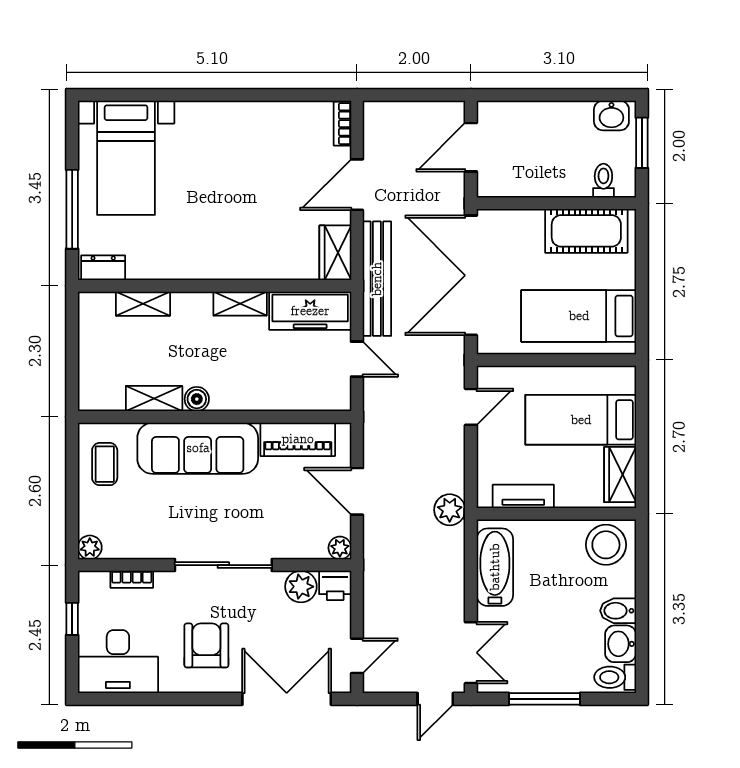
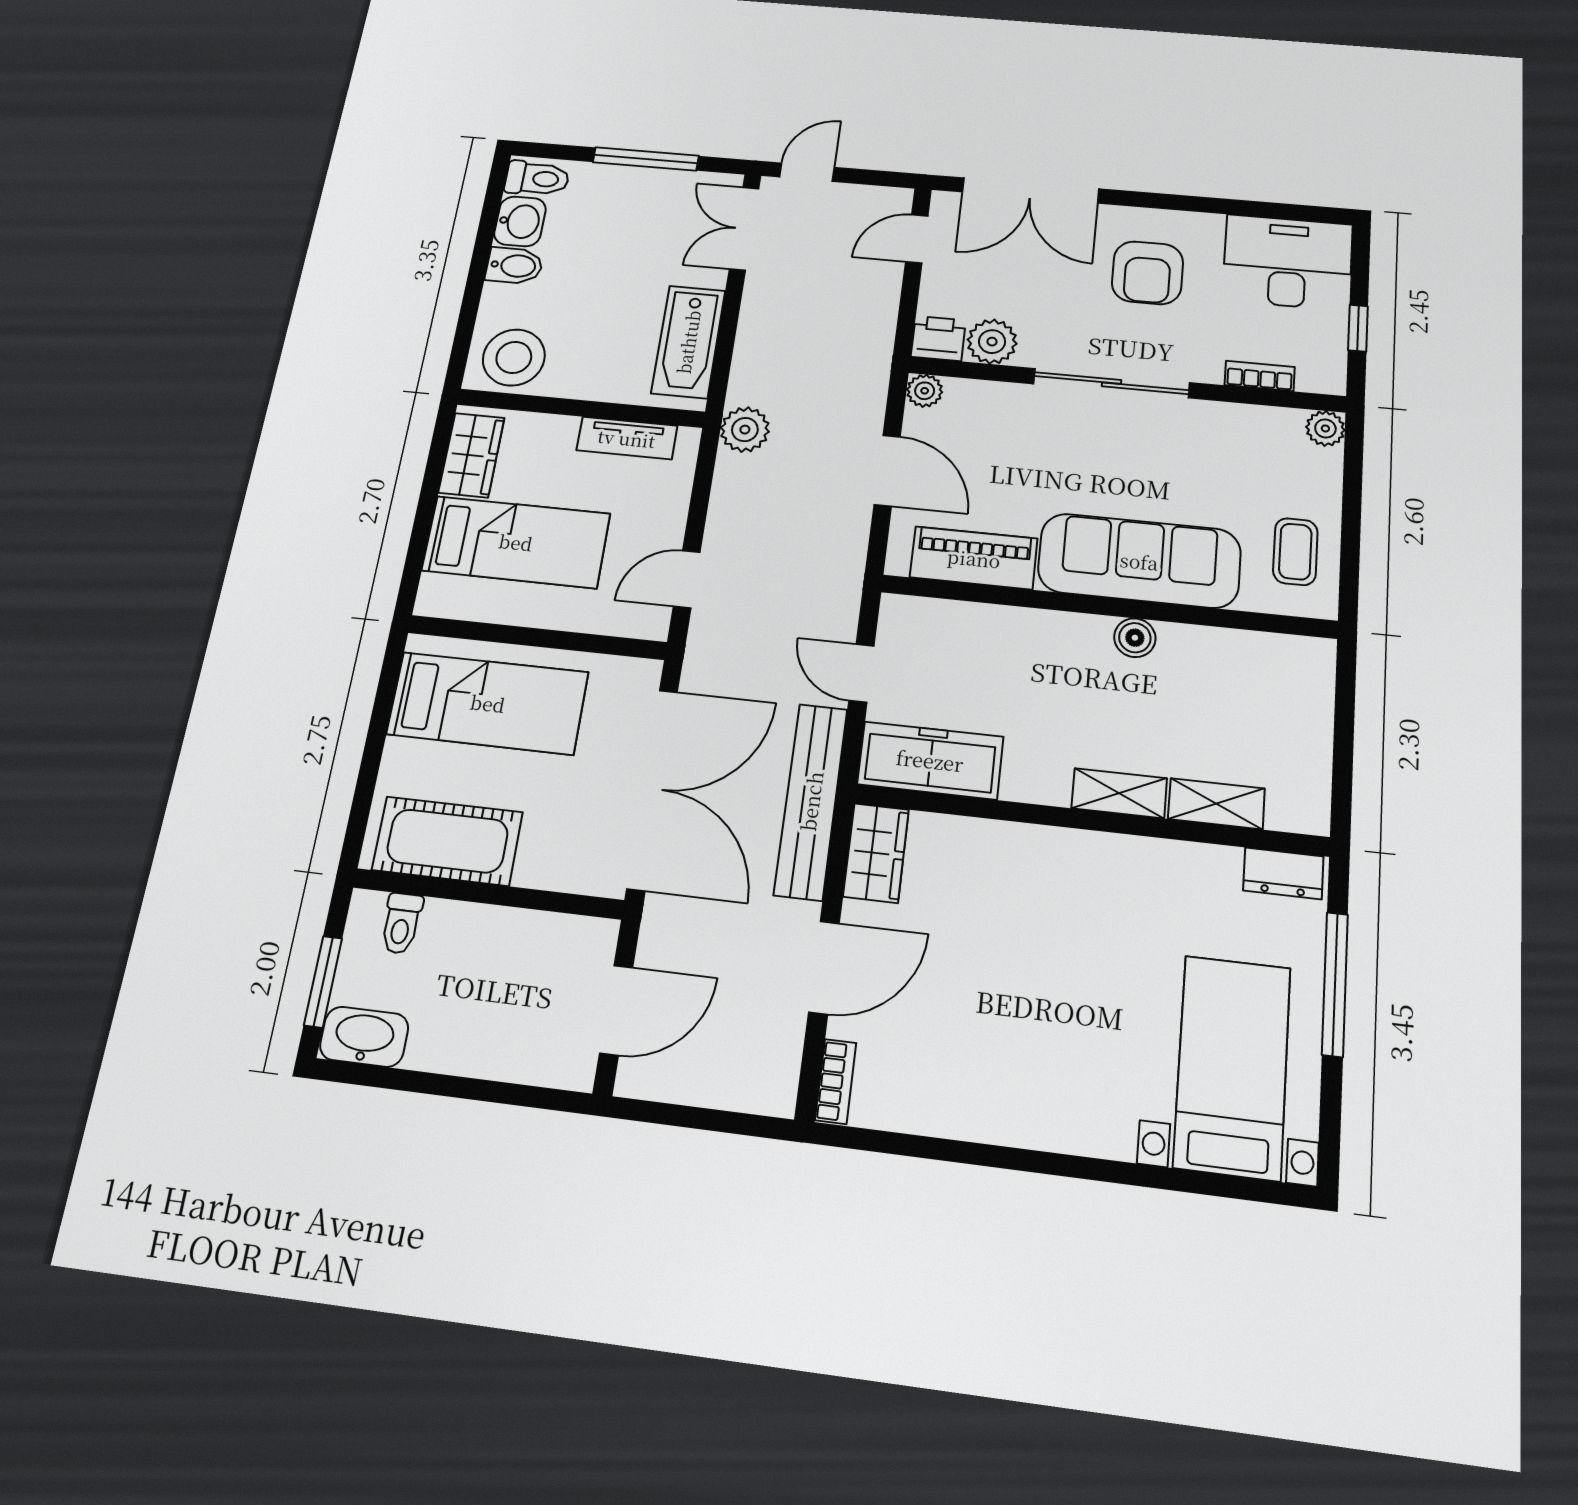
washbasin: (611, 116) -> (364, 1037), width x1.38
shelving: (240, 304) -> (1119, 793), moved
shelving: (154, 399) -> (1207, 646), removed

